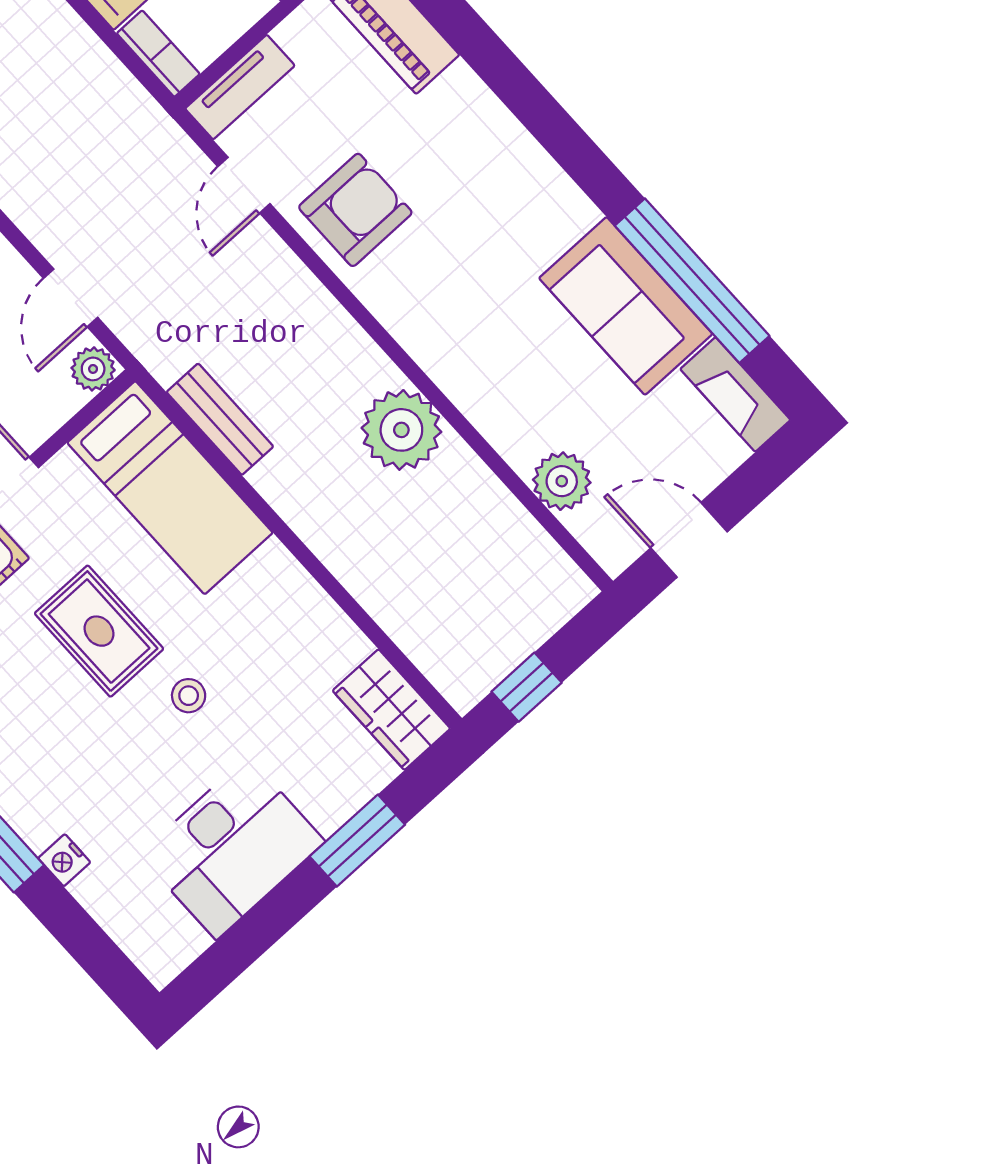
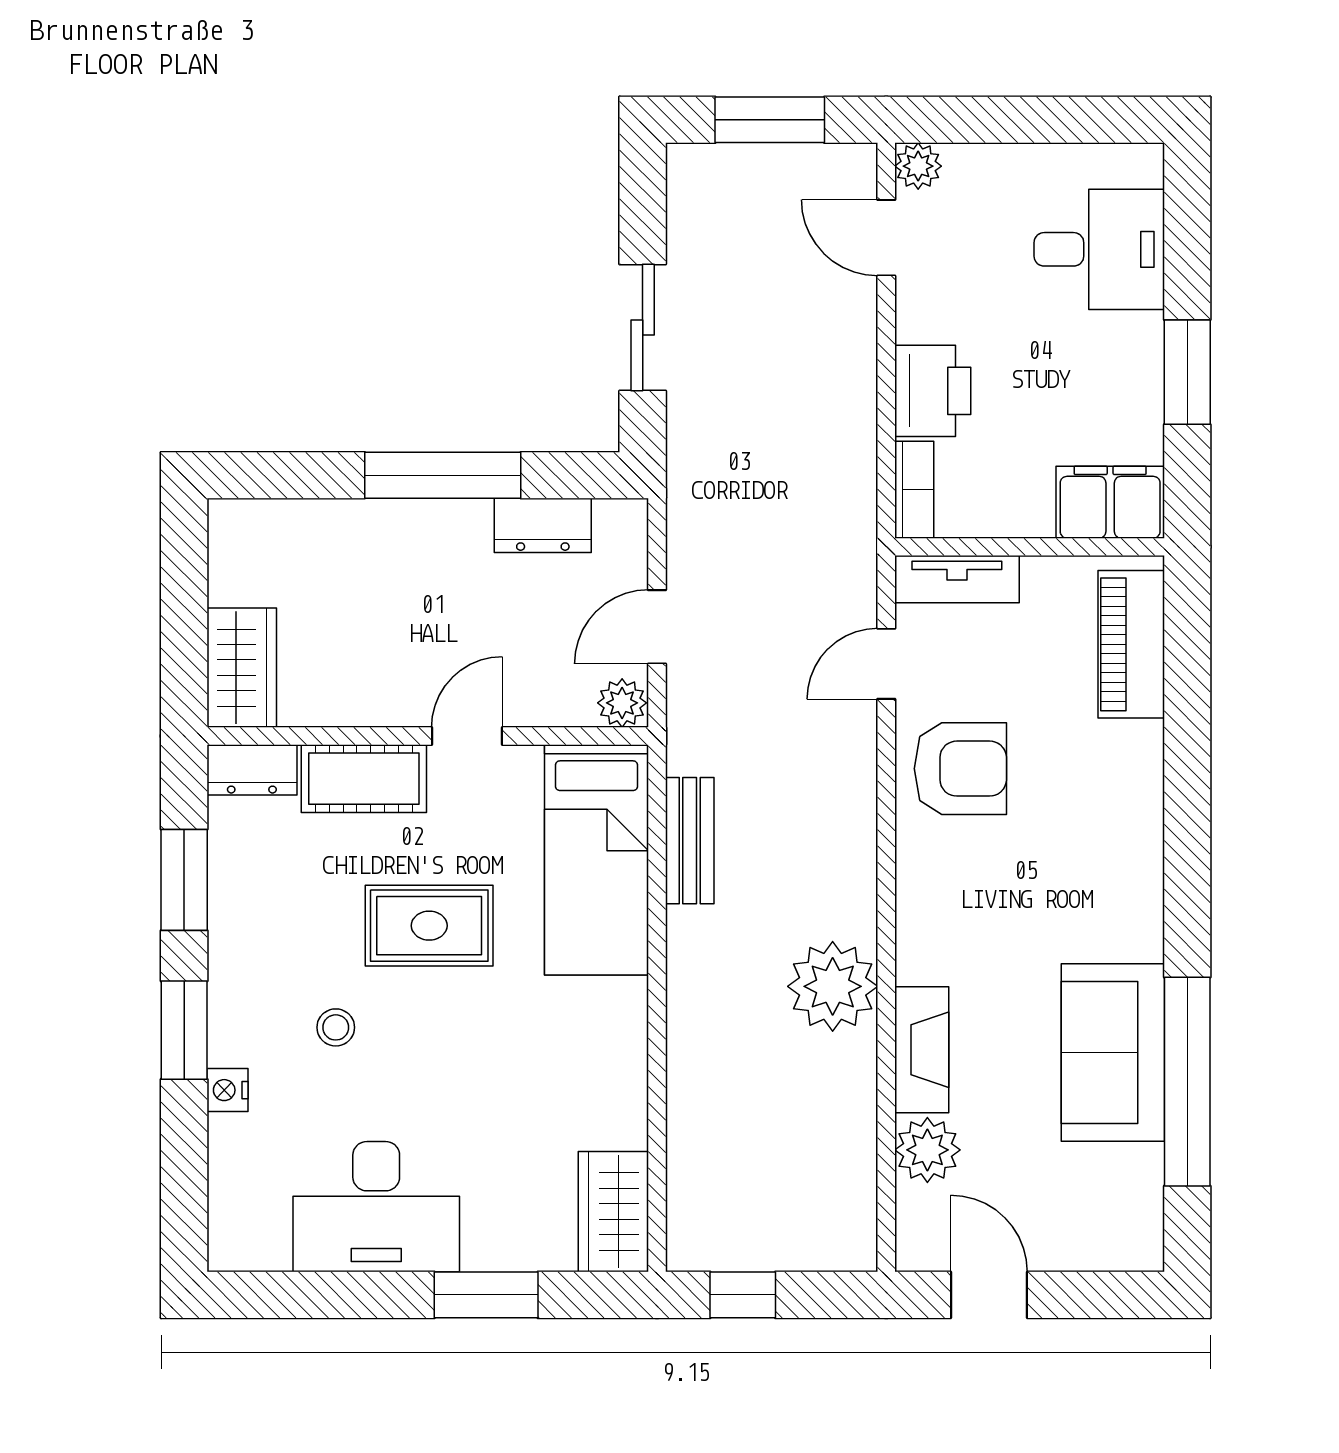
fireplace: (735, 394) -> (922, 1050), moved, turned 180
rug: (99, 631) -> (429, 926), turned 90
stool: (189, 696) -> (336, 1027), moved

